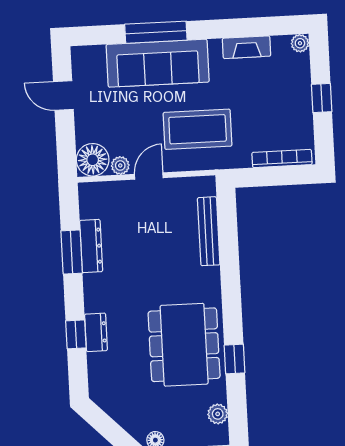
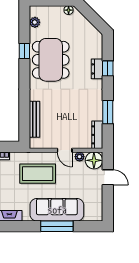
door: (63, 95) -> (108, 177), moved
door: (149, 176) -> (65, 150), hinge flipped
dresser: (91, 246) -> (97, 135), moved

